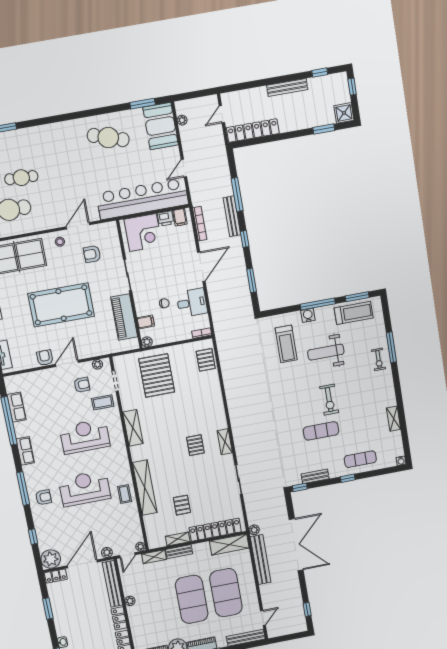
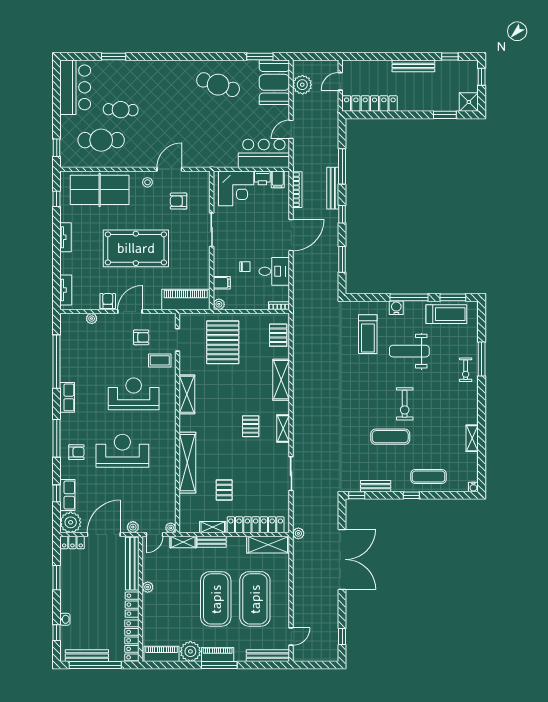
plant: (182, 120) -> (302, 85), width x1.87, depth x1.87
bar counter: (142, 199) -> (264, 153), width x0.54
piano: (124, 317) -> (186, 300), moved, turned 90
plant: (97, 364) -> (92, 319), moved
shelving: (215, 399) -> (281, 380), added
row of seats: (17, 407) -> (67, 495), moved
coffee table: (125, 494) -> (164, 465), removed
bench: (261, 560) -> (300, 569), removed

